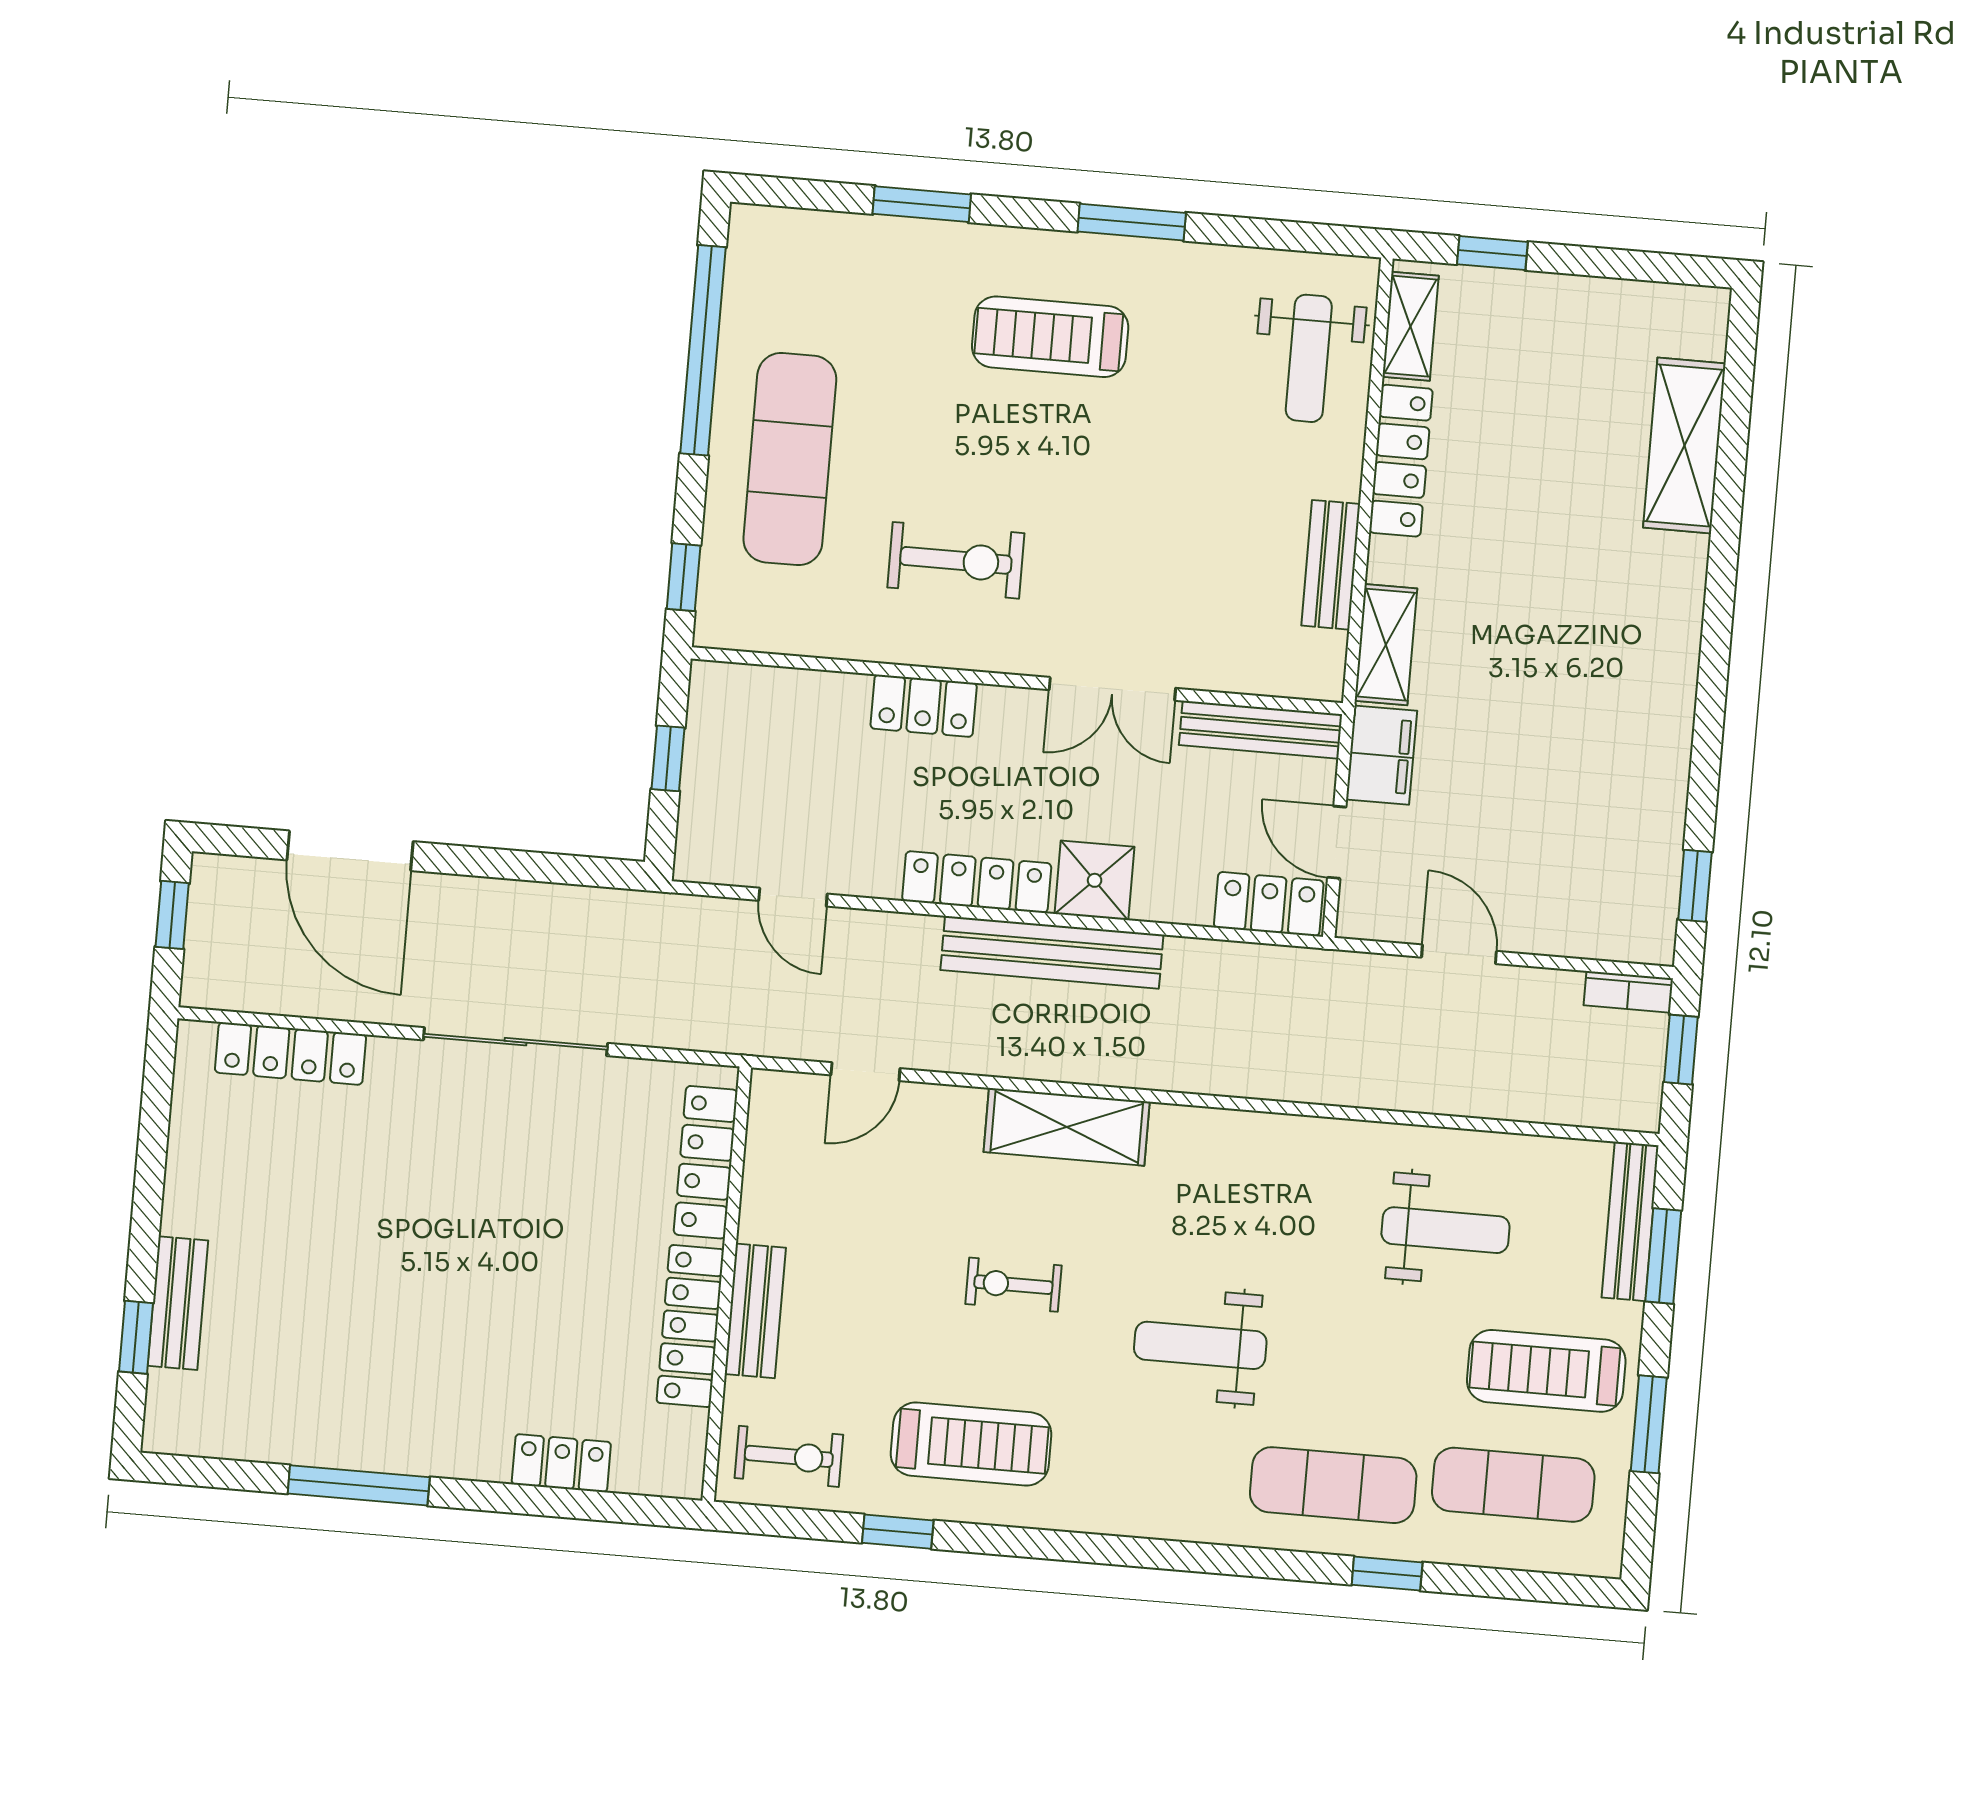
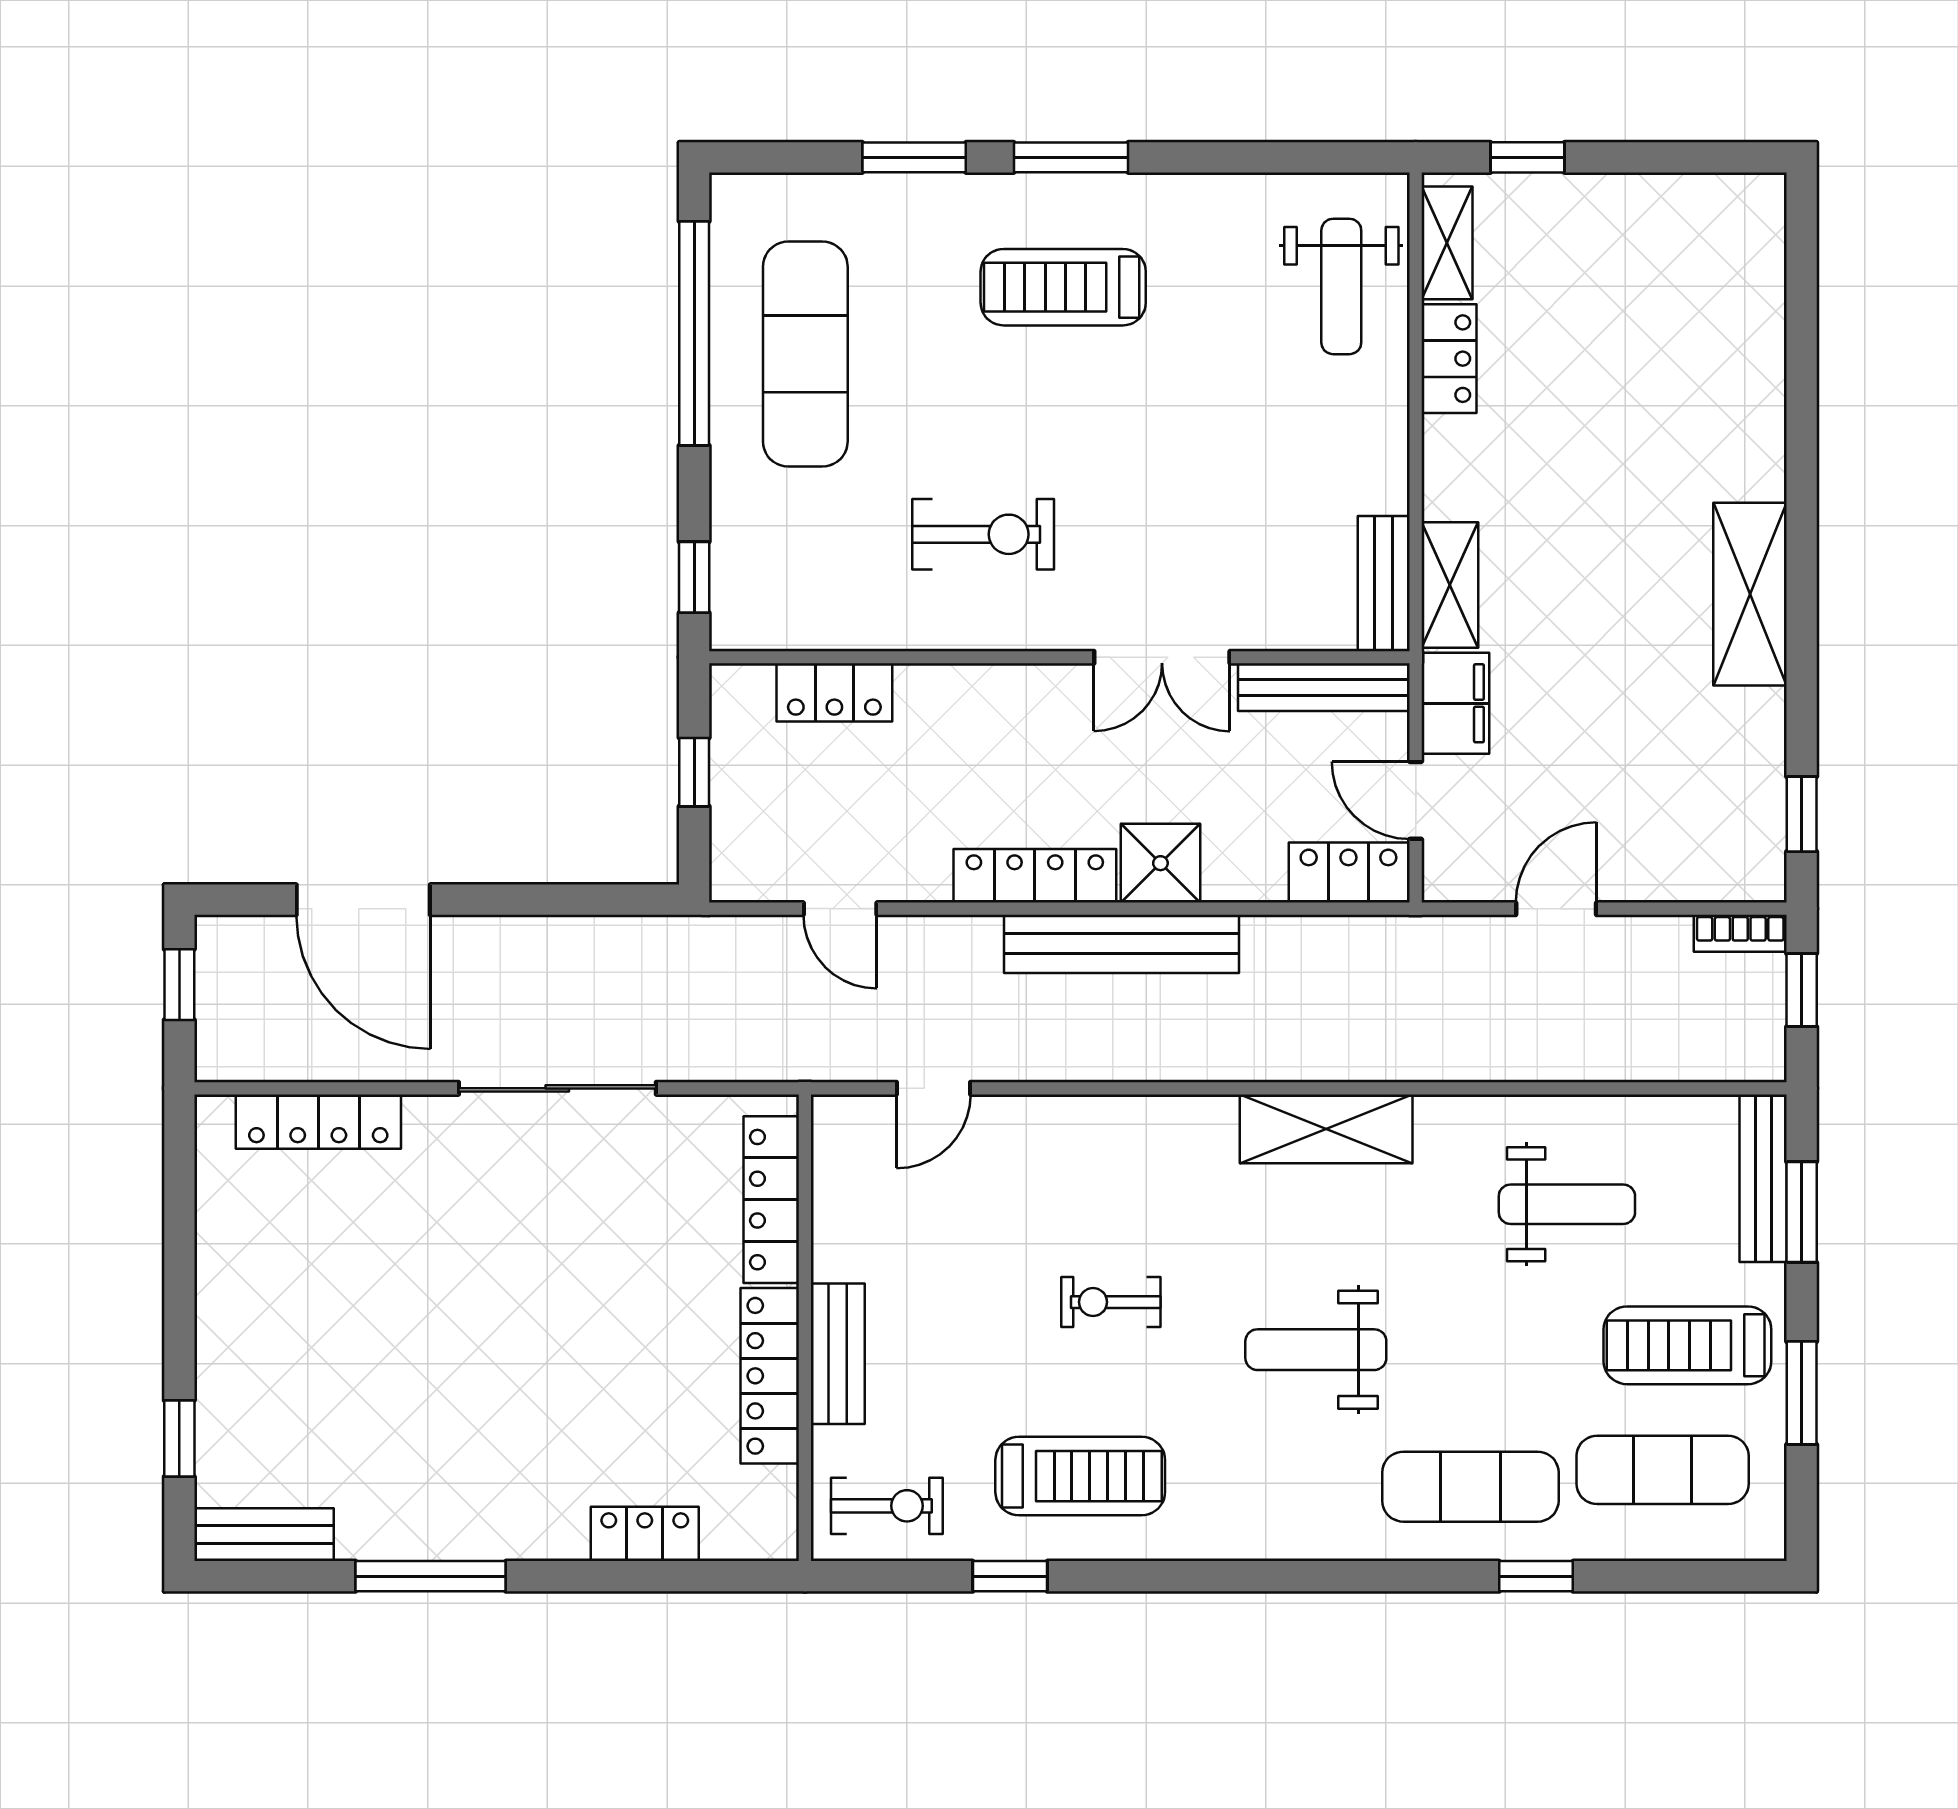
window: (1132, 222) -> (1071, 157), moved
shelving: (1684, 445) -> (1750, 594), moved
exercise mat: (790, 459) -> (805, 354), moved
locker: (1401, 461) -> (1449, 359), width x0.66
bench: (1331, 565) -> (1384, 584), moved
locker: (924, 706) -> (834, 692), moved
door: (1459, 954) -> (1556, 909), hinge flipped
shelving: (1067, 1127) -> (1326, 1129), moved
bench: (178, 1303) -> (264, 1535), moved, turned 90

